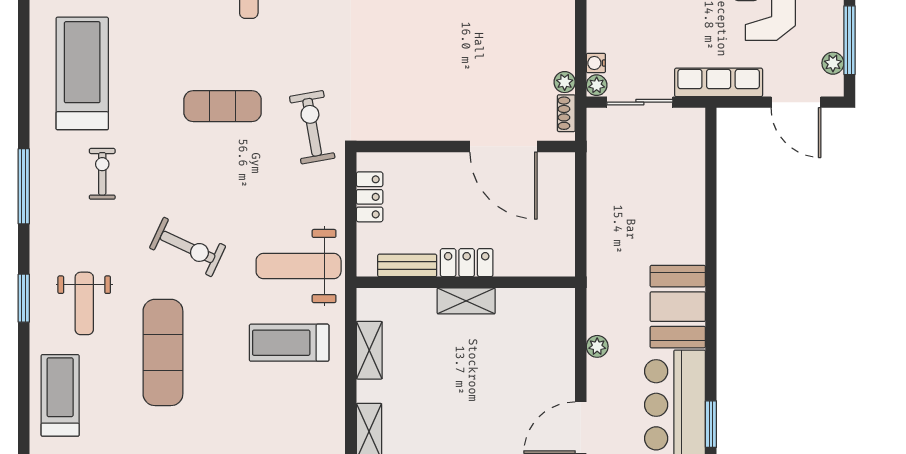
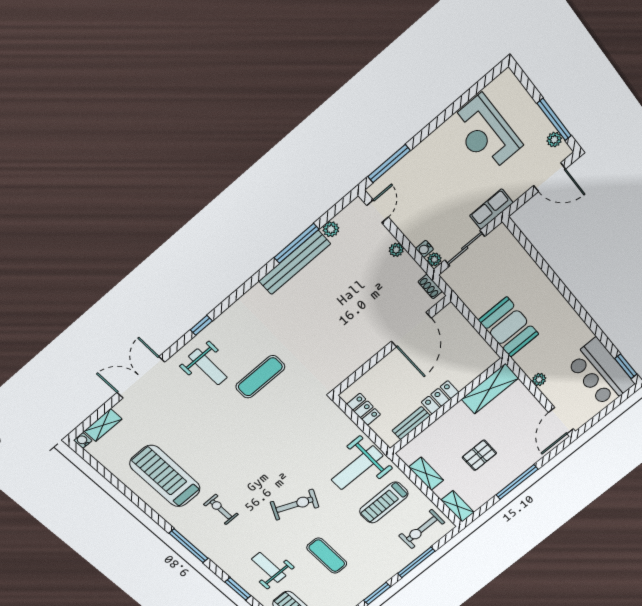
plant: (565, 82) -> (396, 250), moved
row of seats: (719, 82) -> (491, 209), width x0.68
exercise mat: (223, 106) -> (260, 377), moved
exercise bike: (312, 127) -> (422, 529), moved, turned -80
door: (504, 146) -> (411, 330), hinge flipped
shelving: (466, 301) -> (490, 389), moved, width x1.50, depth x1.33
weight bench: (84, 303) -> (269, 567), turned 180
booth: (678, 307) -> (509, 327), moved
exercise mat: (163, 352) -> (327, 556), width x0.73, depth x0.69
pallet: (450, 384) -> (479, 455), added

